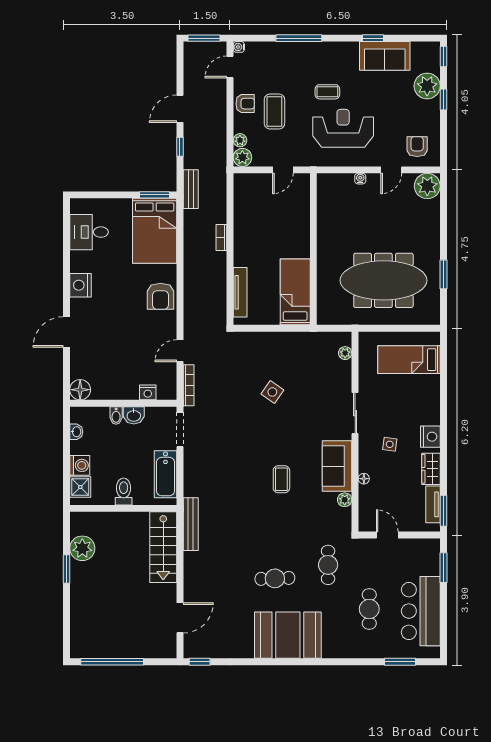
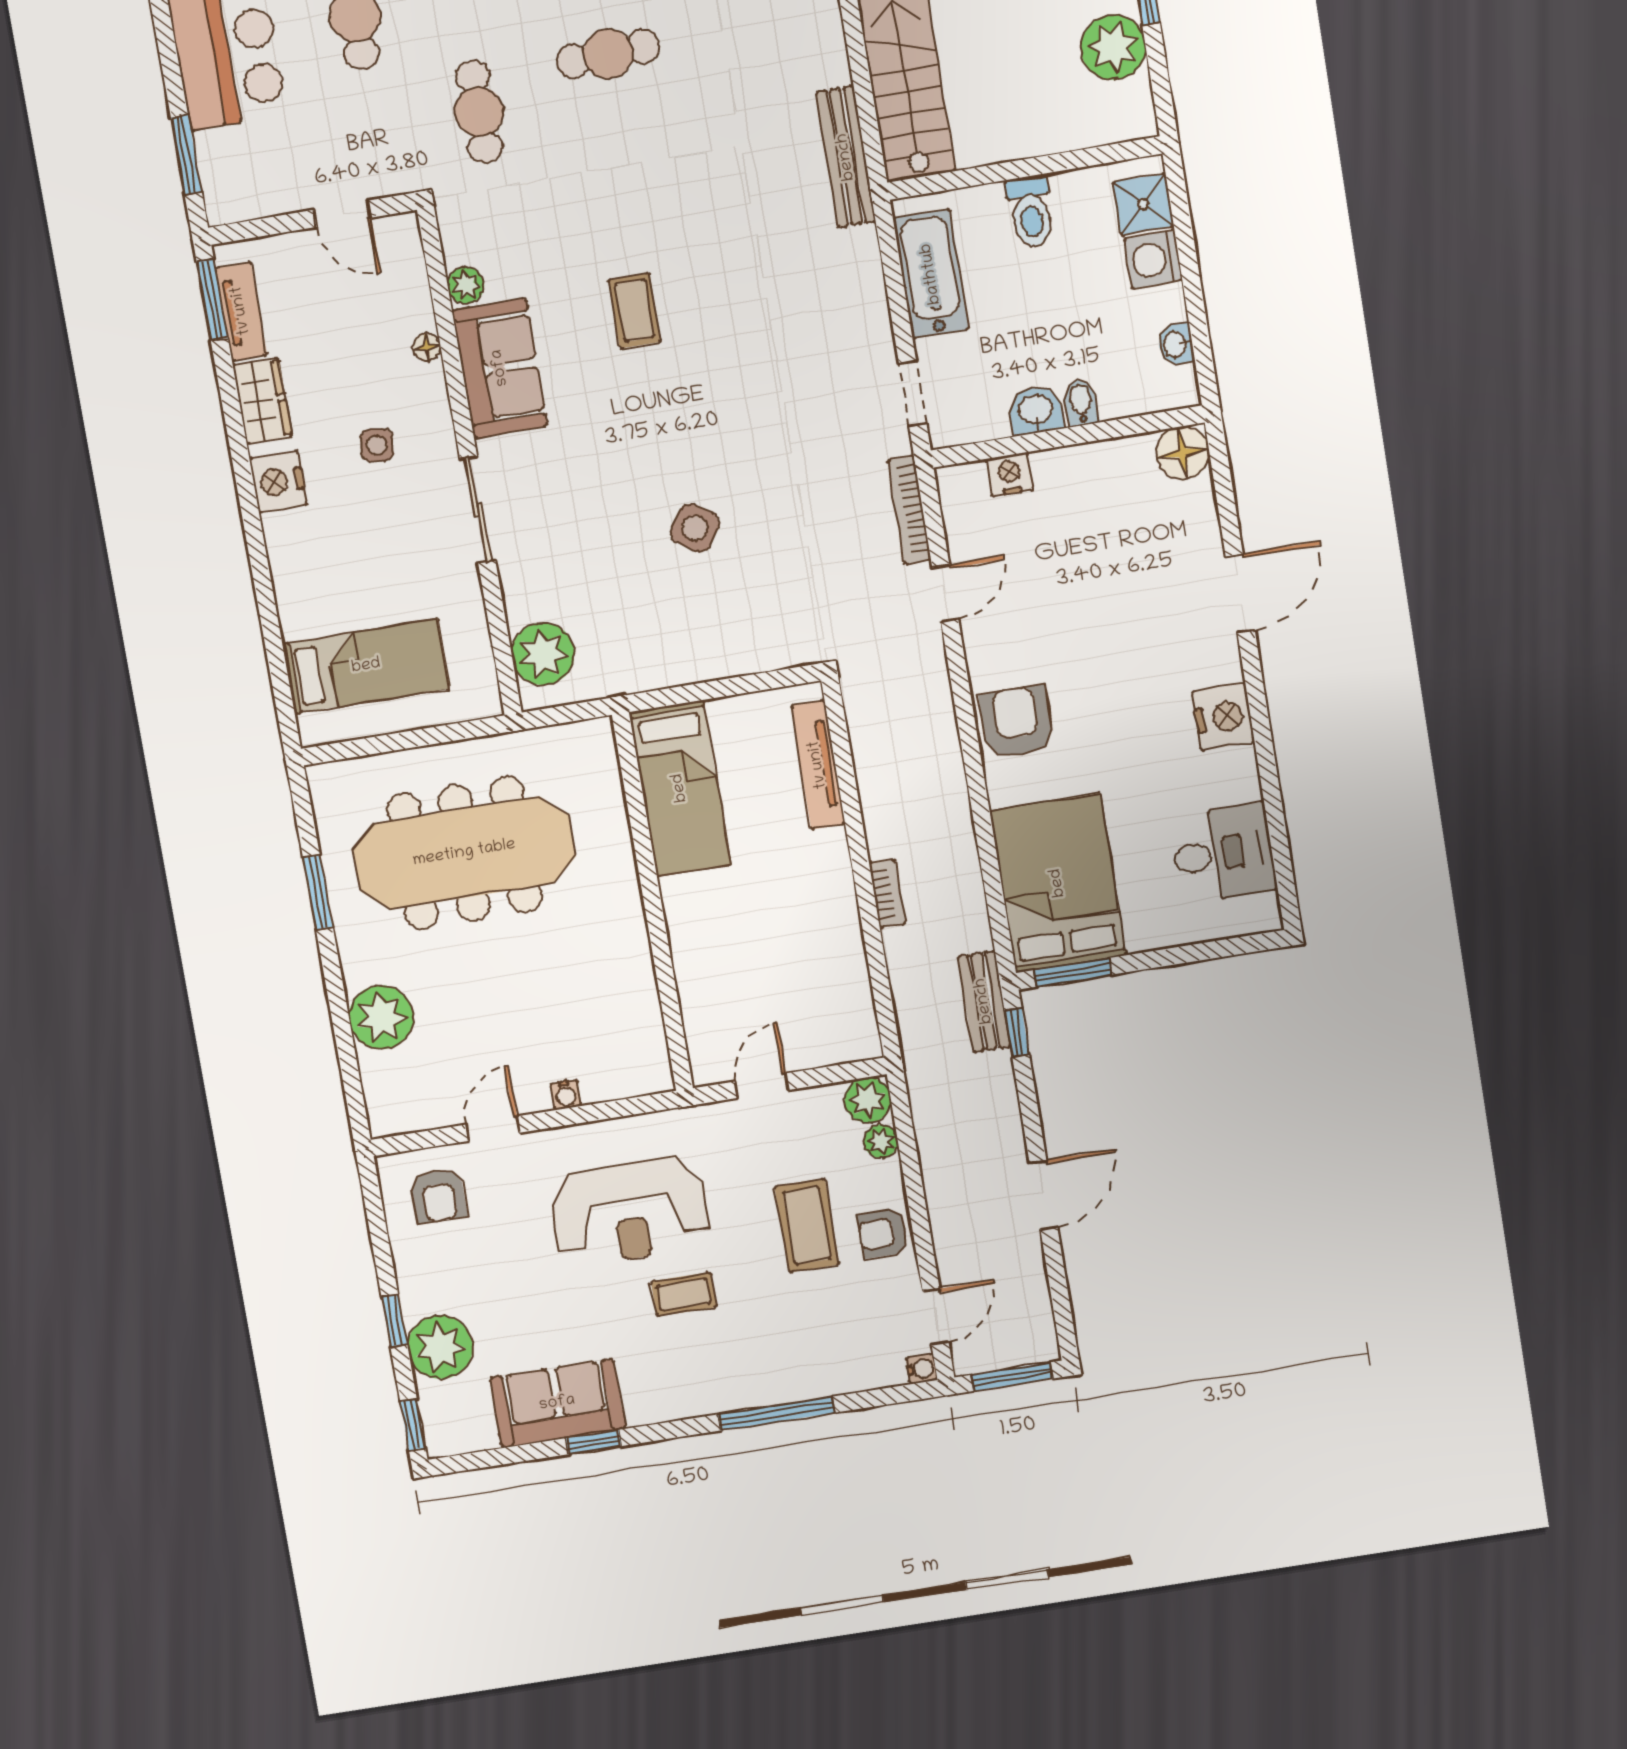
window: (180, 147) -> (1017, 1032), moved
plant: (427, 186) -> (381, 1017), moved
plant: (345, 353) -> (543, 654), width x1.88, depth x1.88
doorway: (180, 430) -> (913, 394), width x0.73

